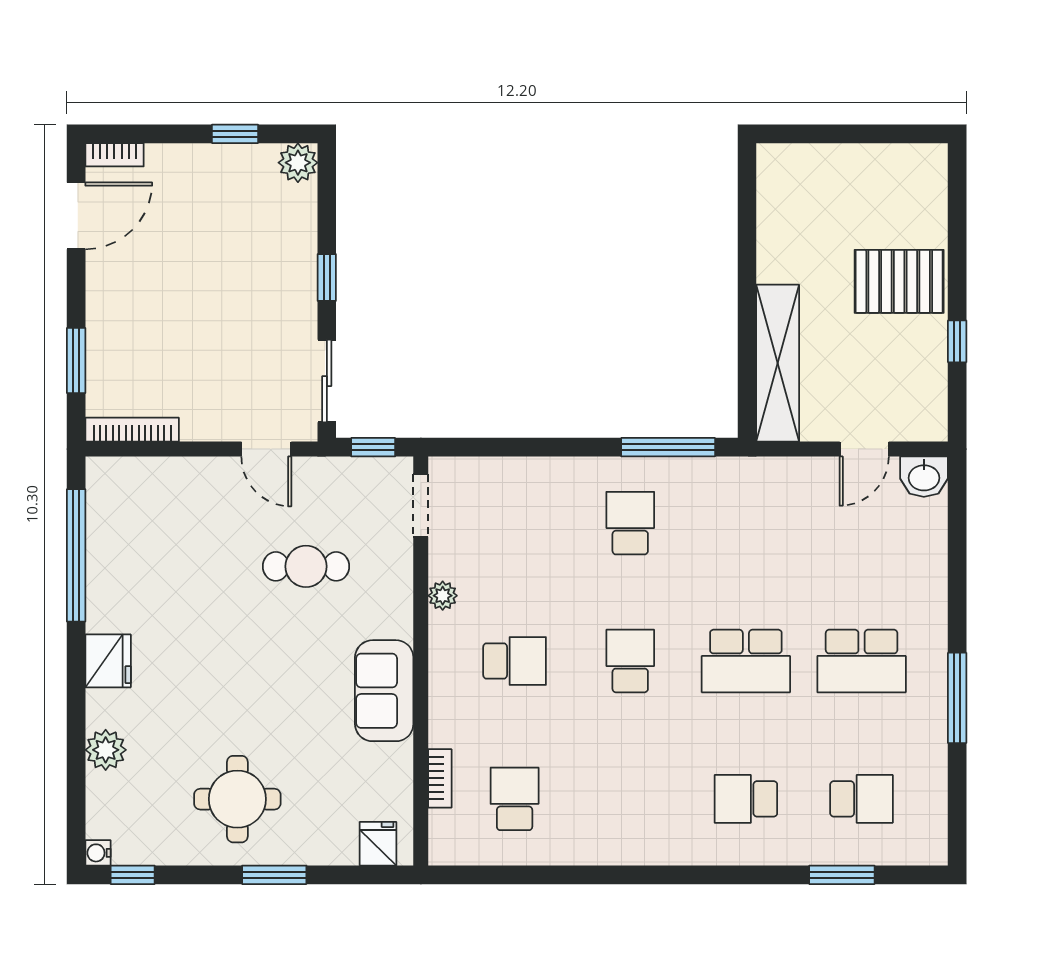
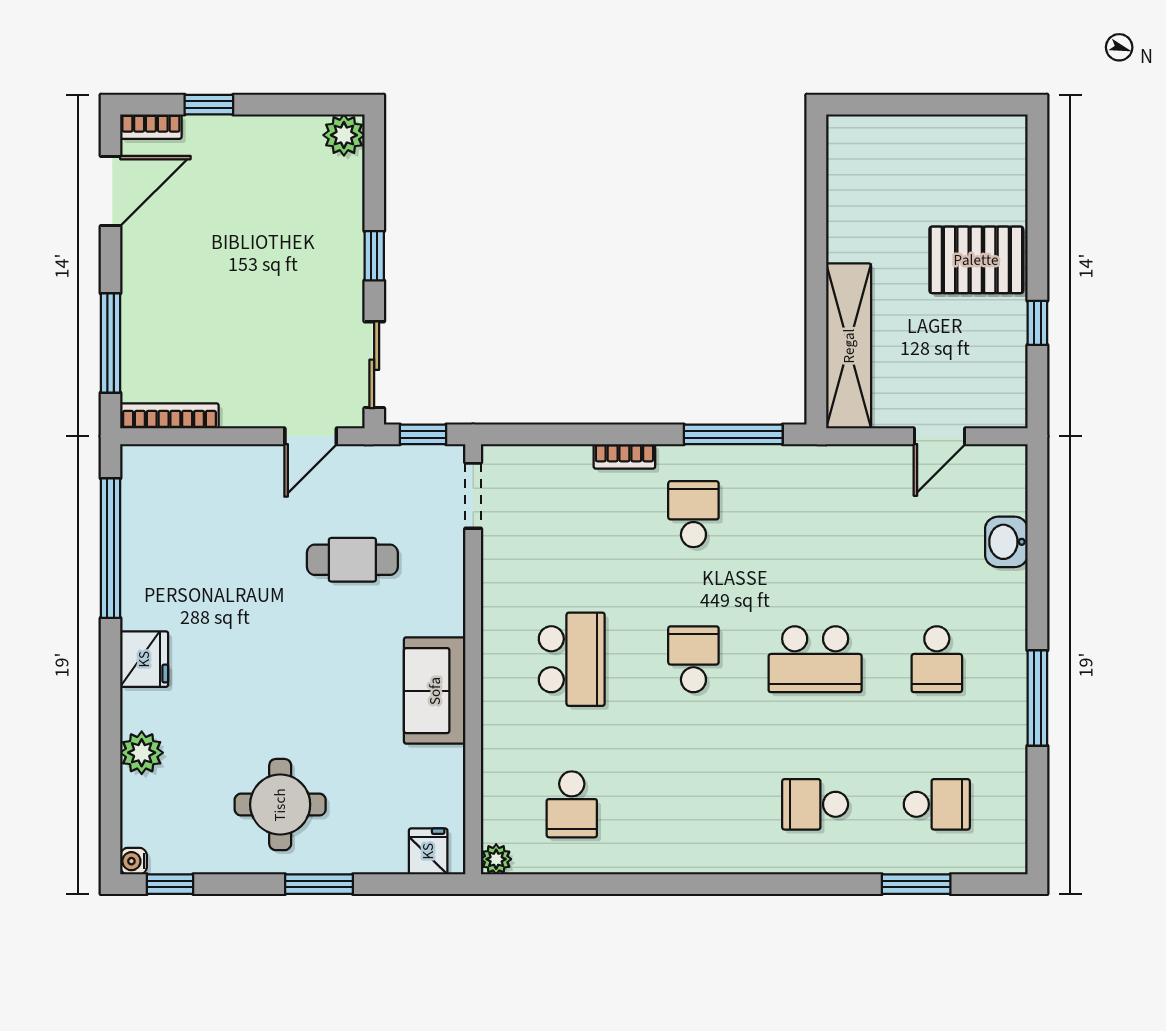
window: (235, 134) -> (209, 105), moved
window: (76, 360) -> (111, 343), width x1.44
door: (266, 449) -> (311, 436), hinge flipped
washbasin: (924, 477) -> (1006, 542), moved, turned 90
plant: (443, 596) -> (496, 859), moved
school desk: (515, 661) -> (572, 659), width x1.85
school desk: (862, 661) -> (937, 659), width x0.54
bookcase: (440, 778) -> (624, 456), moved, turned 90
school desk: (515, 799) -> (572, 804), turned 180

